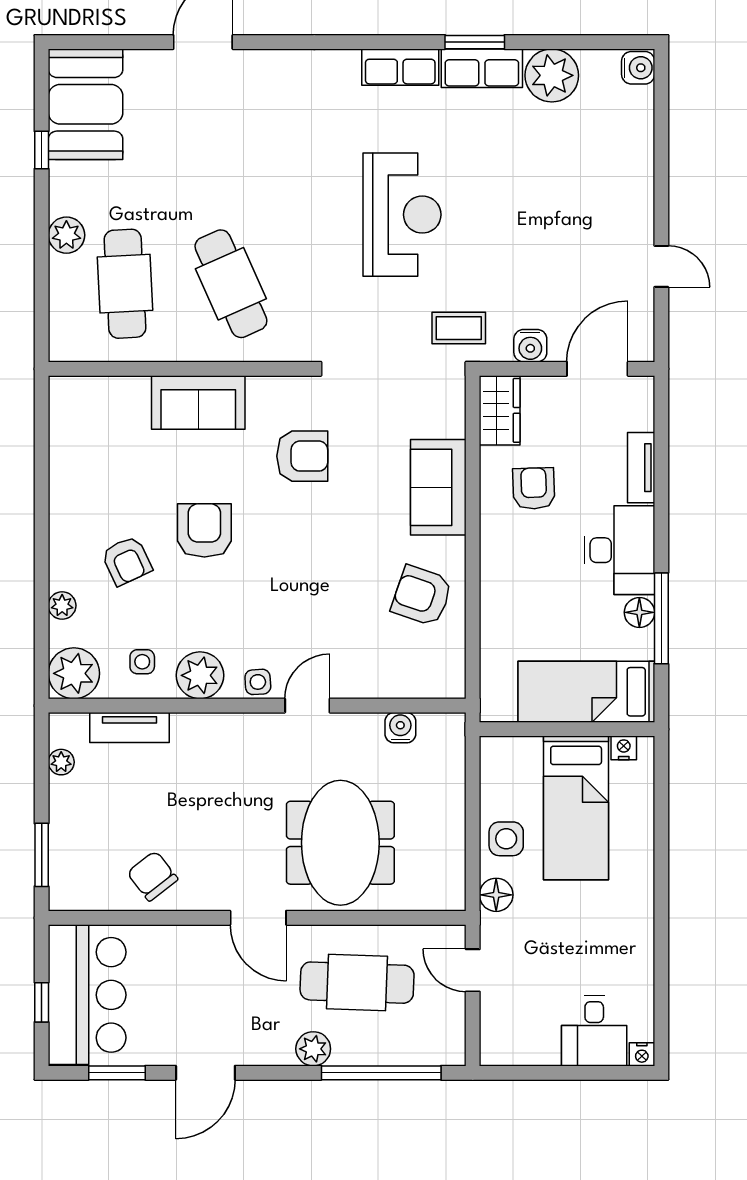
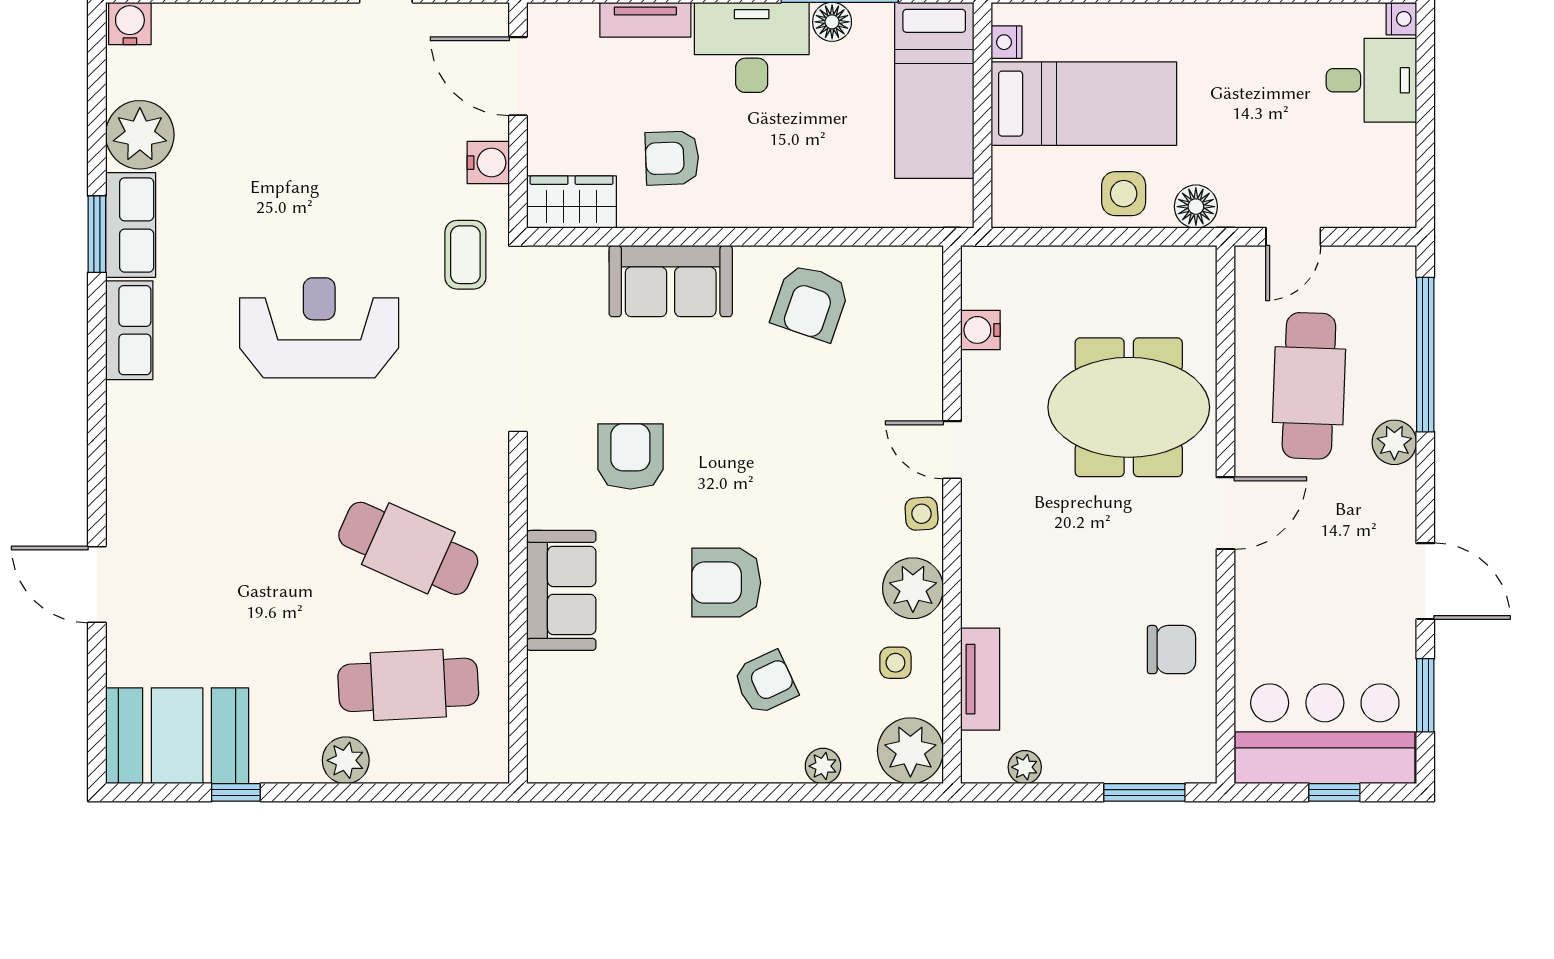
cafe table: (231, 284) -> (408, 548), turned 48
chair: (152, 876) -> (1171, 650), turned -142

